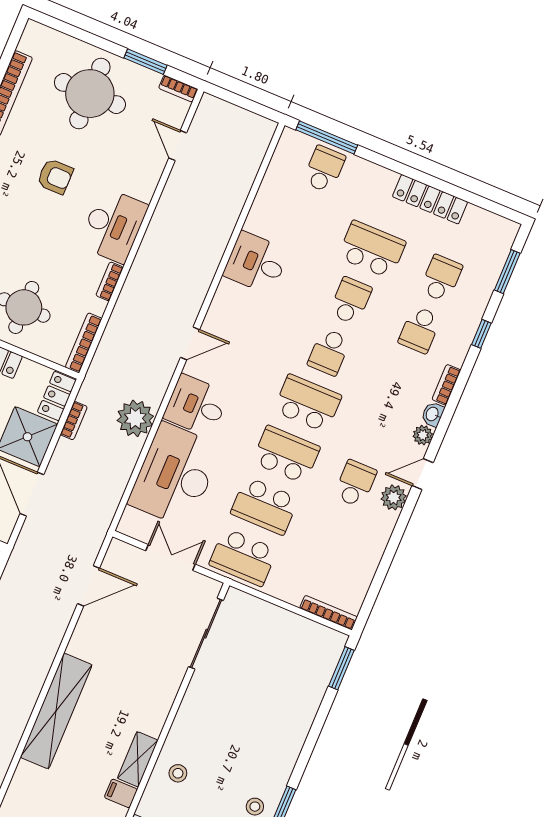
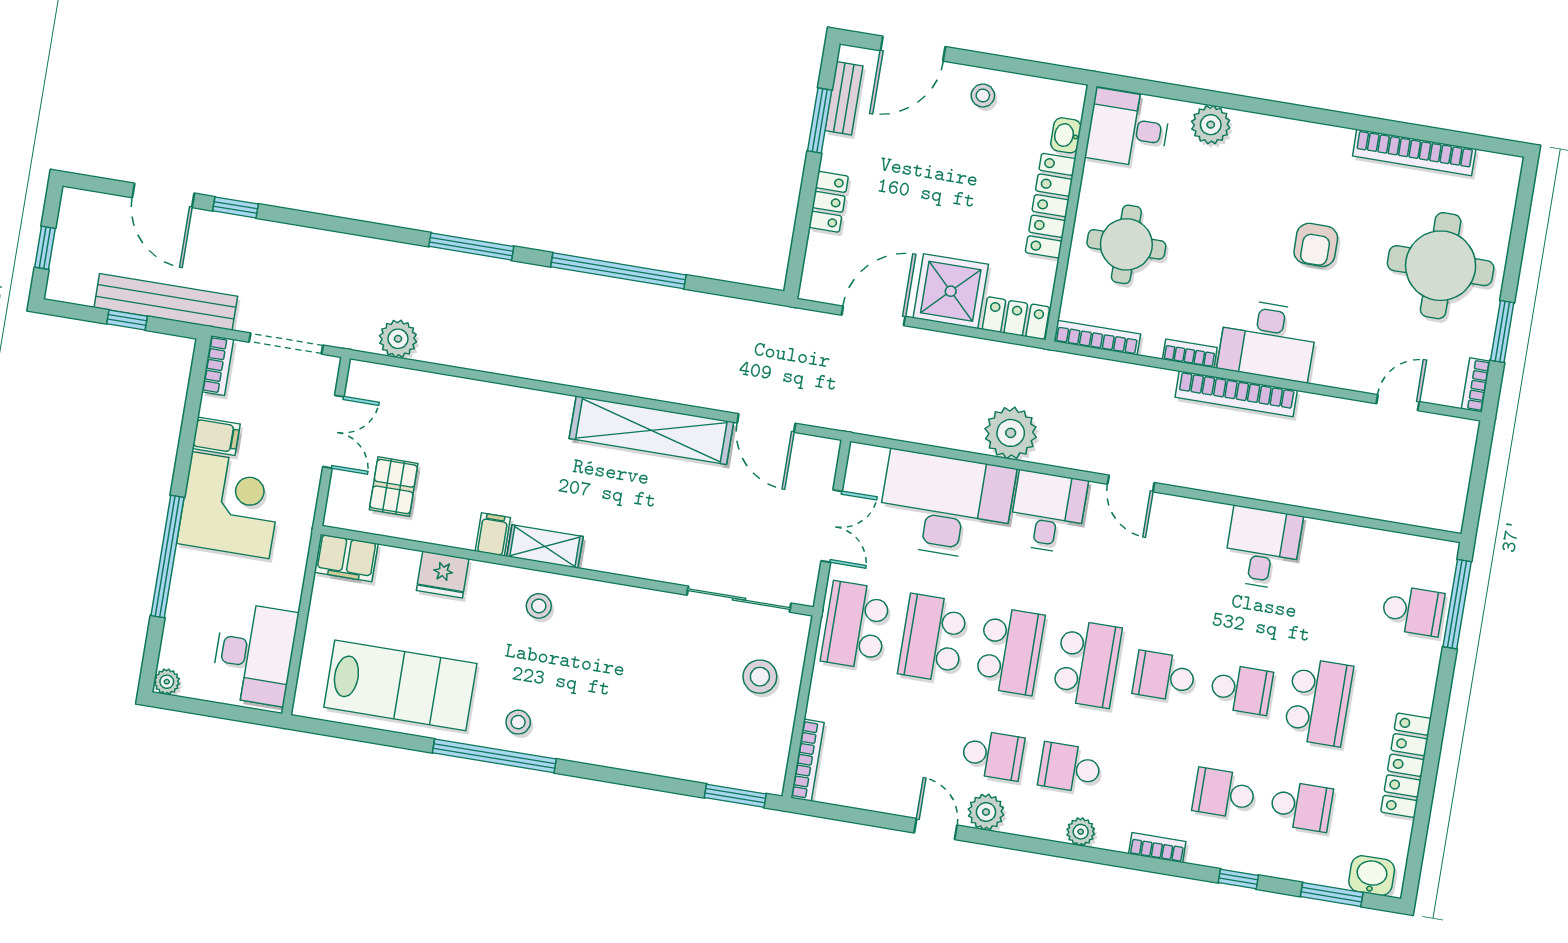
washbasin: (433, 414) -> (1372, 876), moved, width x1.38, depth x1.45
bookcase: (74, 421) -> (1236, 394), moved, width x2.31, depth x1.31
school desk: (377, 432) -> (1070, 768), added
door: (423, 474) -> (936, 829), moved
stool: (263, 632) -> (760, 677), added
shelving: (56, 711) -> (651, 430), moved

